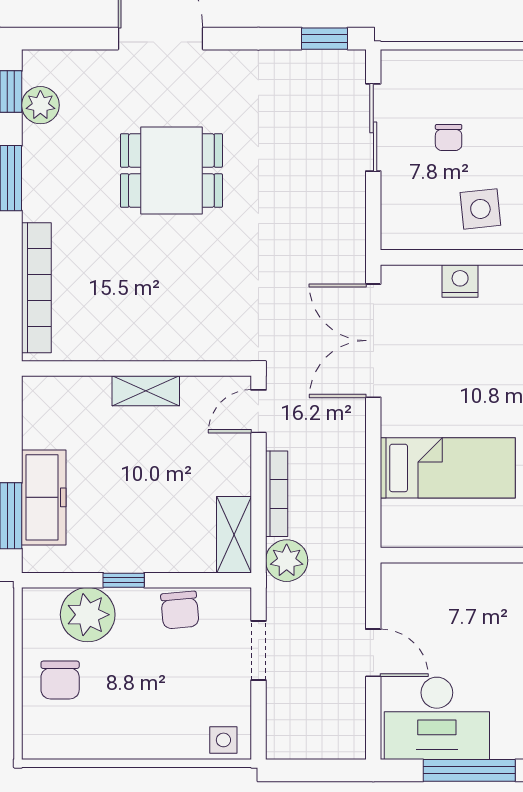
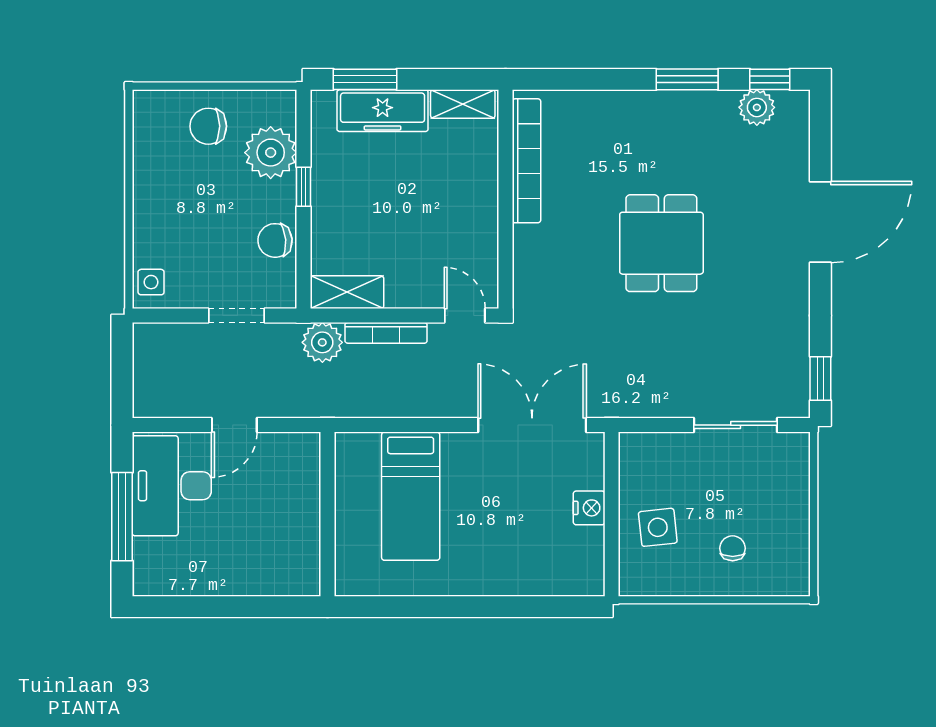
chair: (449, 137) -> (733, 548), moved, turned 90
dining table: (171, 170) -> (661, 243), moved
bookcase: (36, 288) -> (526, 161), moved, turned -90
shelving: (146, 391) -> (463, 104), moved, turned 90

